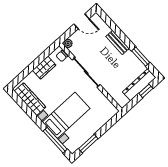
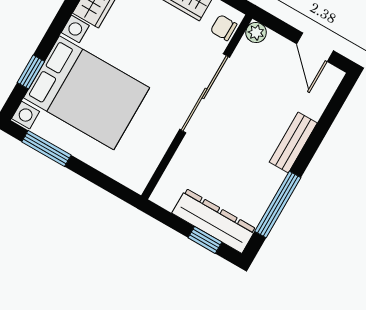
window: (141, 57) -> (278, 204), width x1.44
bed with nightstands: (66, 115) -> (86, 93), width x1.36
window: (55, 140) -> (31, 72), width x0.46

